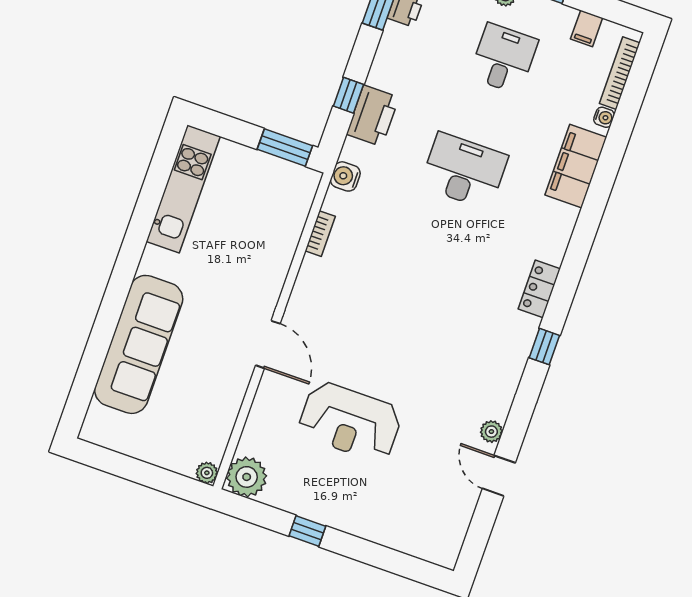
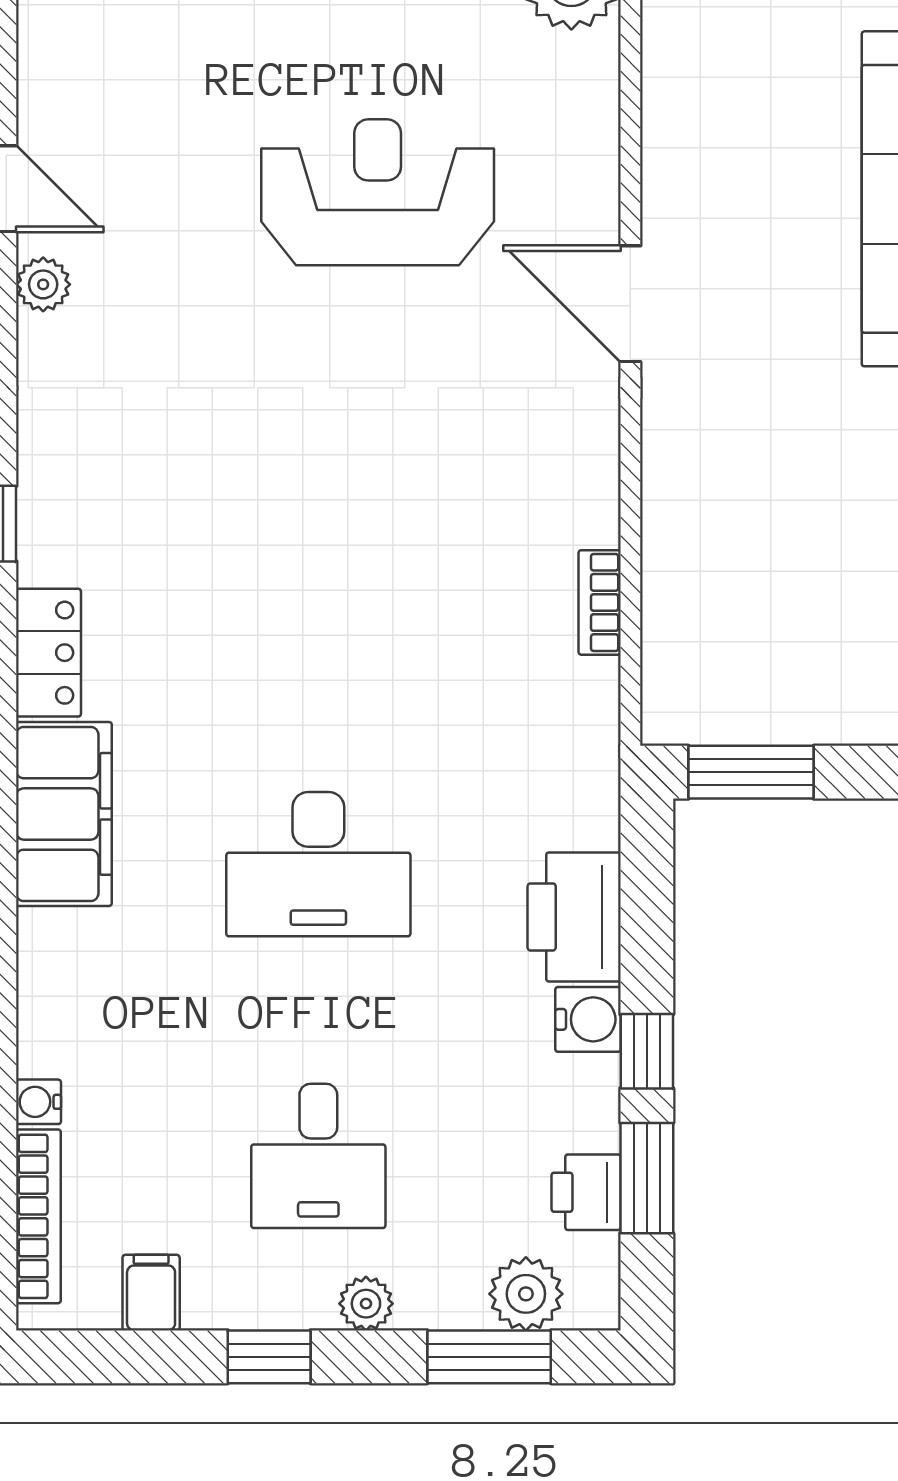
window: (348, 95) -> (647, 1051), moved
filing cabinet: (576, 166) -> (64, 814), moved
water cooler: (345, 176) -> (588, 1019), moved

